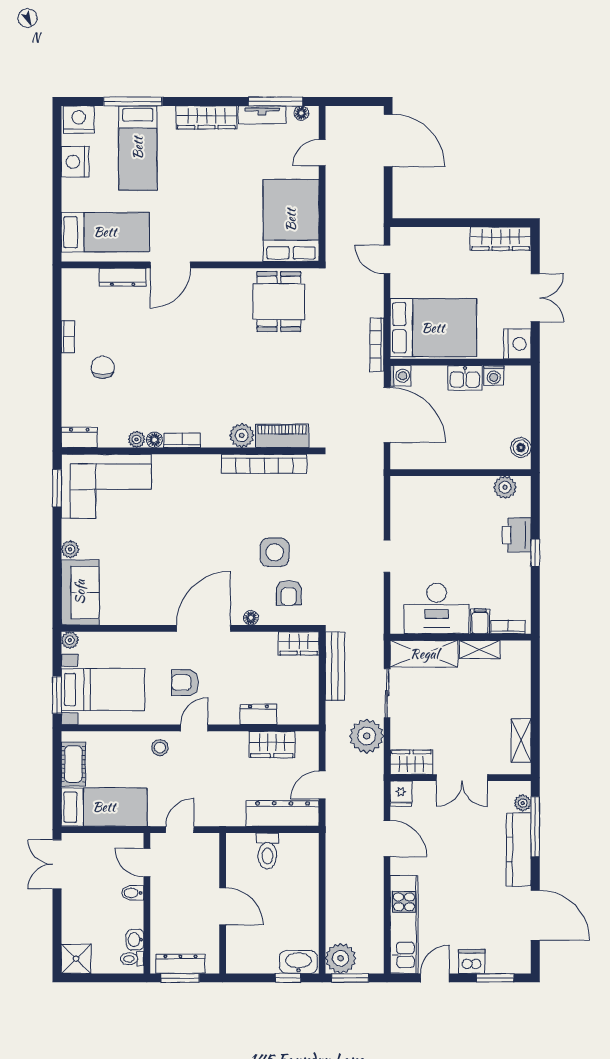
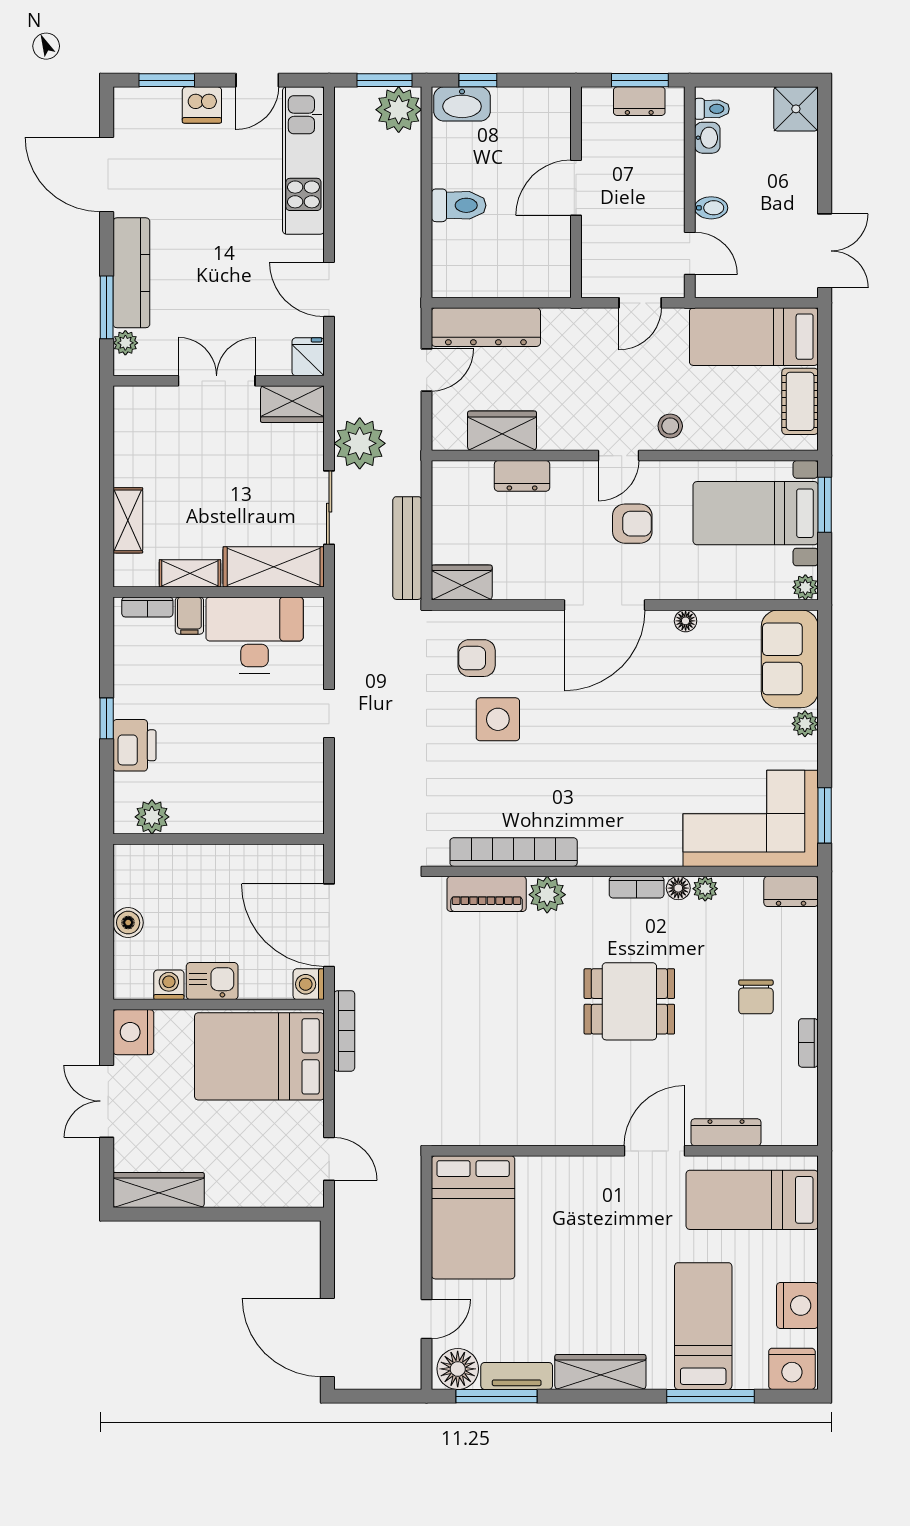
floor lamp: (301, 113) -> (458, 1369), width x1.89, depth x1.89
dining table: (279, 302) -> (629, 1001), moved, turned 90
boiler: (521, 448) -> (128, 923), moved
armchair: (289, 593) -> (477, 658), turned -90
floor lamp: (251, 618) -> (686, 621), moved
shelving: (521, 741) -> (128, 520), moved
window: (535, 827) -> (107, 307), width x0.69
toilet: (267, 851) -> (459, 205), moved, turned 90
door: (223, 906) -> (576, 188), hinge flipped
dresser: (180, 964) -> (639, 101), width x0.70

